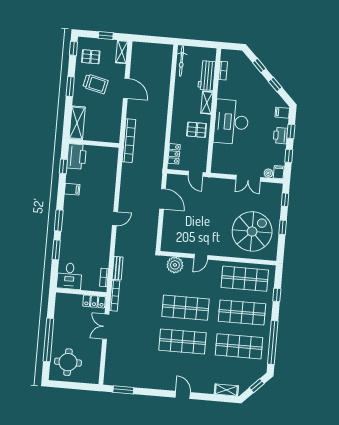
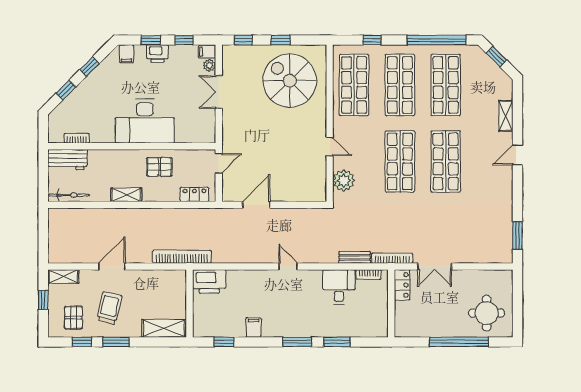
window: (73, 48) -> (82, 342), moved
workbench: (207, 76) -> (67, 160), moved
shelving: (207, 103) -> (126, 195), moved
pallet: (197, 130) -> (159, 167), turned 90
printer: (77, 156) -> (209, 281), moved, turned 180
double door: (248, 178) -> (219, 92), swing flipped
desk: (69, 276) -> (339, 287), moved, turned -90
shelving: (226, 390) -> (506, 116), moved

